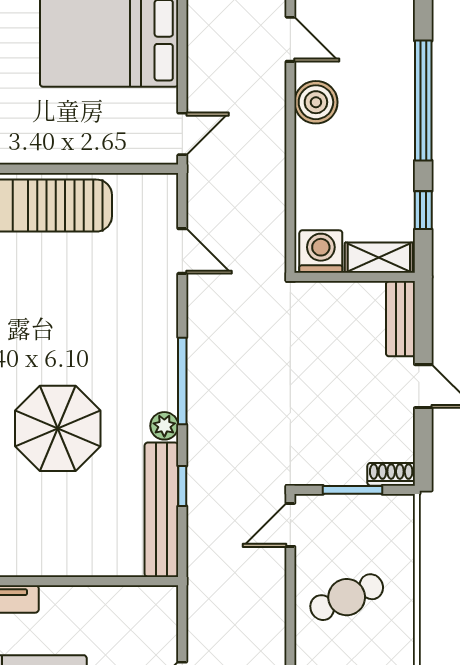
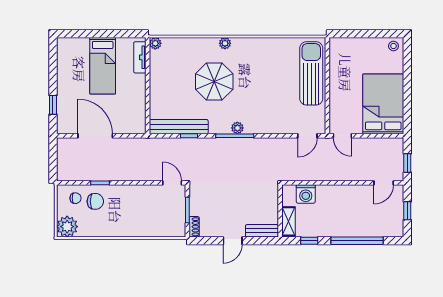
boiler: (316, 102) -> (356, 194), removed
door: (182, 251) -> (307, 136), moved
washing machine: (321, 251) -> (306, 194), moved, turned 90
plant: (164, 426) -> (237, 128), moved
cafe table: (347, 597) -> (141, 207), removed

